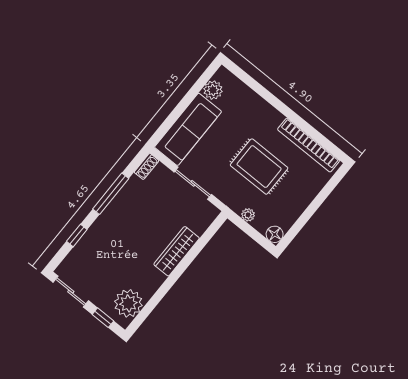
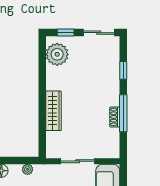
shoe rack: (147, 166) -> (115, 117), moved

